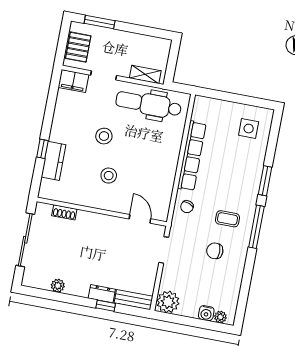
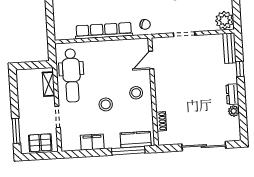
filing cabinet: (73, 81) -> (92, 142), moved, turned -90
window: (42, 149) -> (128, 151), width x2.17
shoe rack: (64, 212) -> (161, 121), moved
wall: (102, 212) -> (153, 92), moved
door: (140, 219) -> (151, 60), moved
dresser: (102, 294) -> (232, 94), moved

